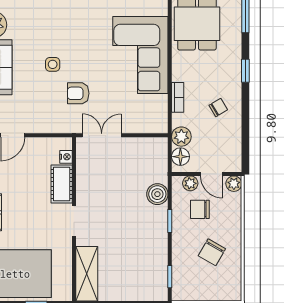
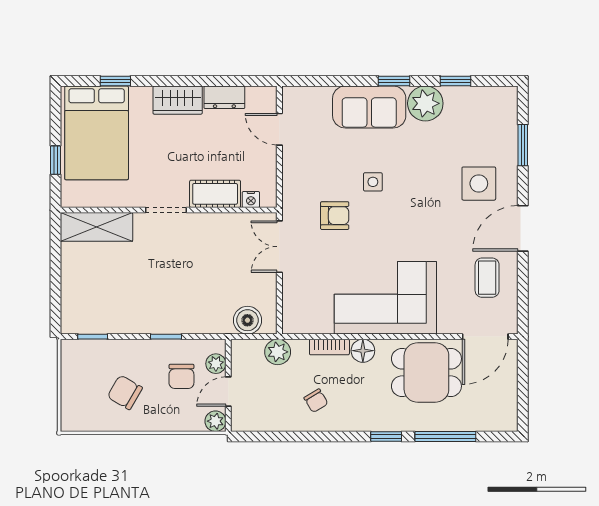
window: (245, 71) -> (386, 436), moved
armchair: (78, 93) -> (335, 216), turned 90
double door: (102, 135) -> (279, 247), swing flipped
floor lamp: (180, 157) -> (363, 351), moved
boiler: (157, 194) -> (247, 320), moved
chair: (200, 209) -> (181, 376), turned 180

